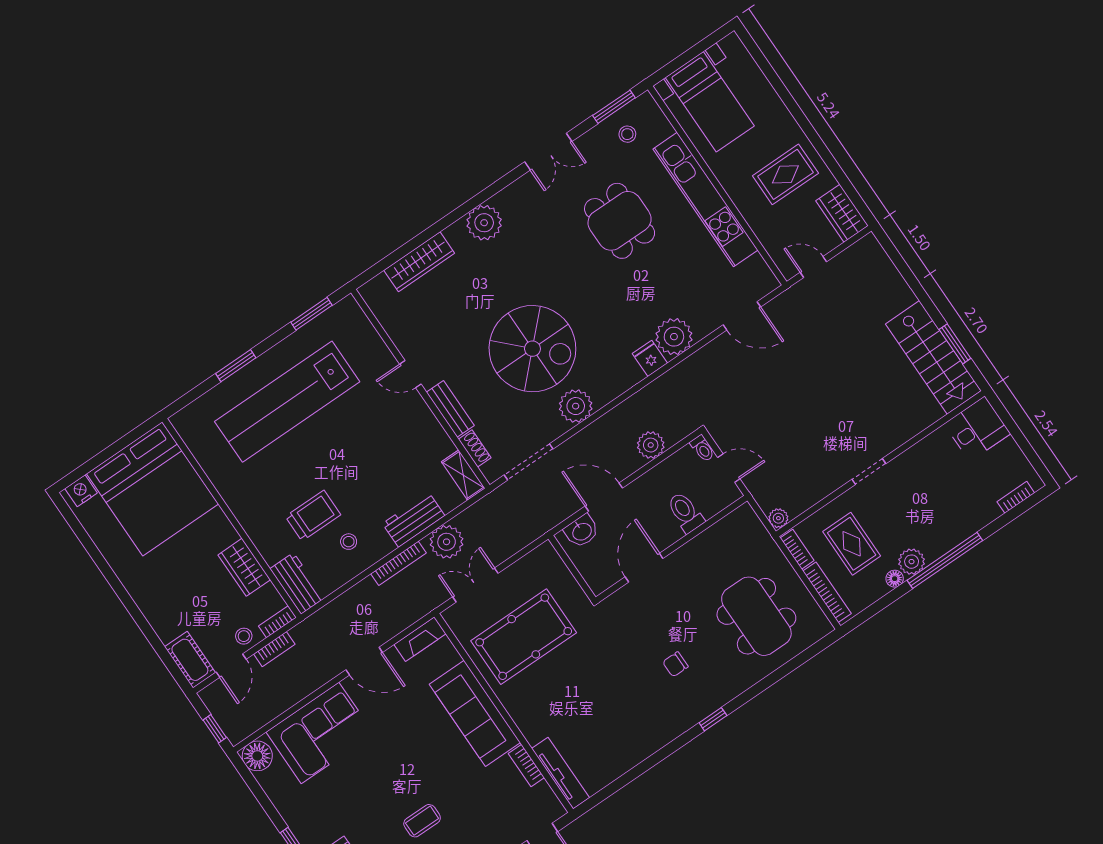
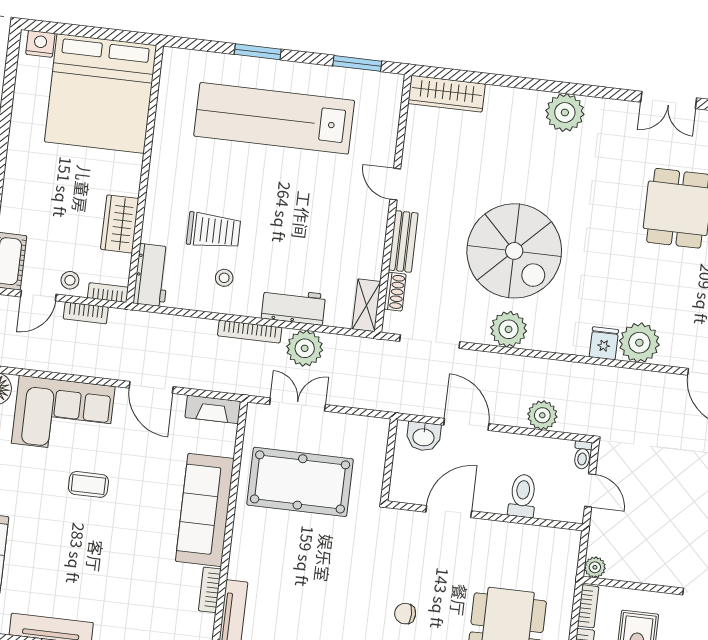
wardrobe: (419, 262) -> (447, 94), moved
coffee table: (422, 821) -> (88, 484), moved

